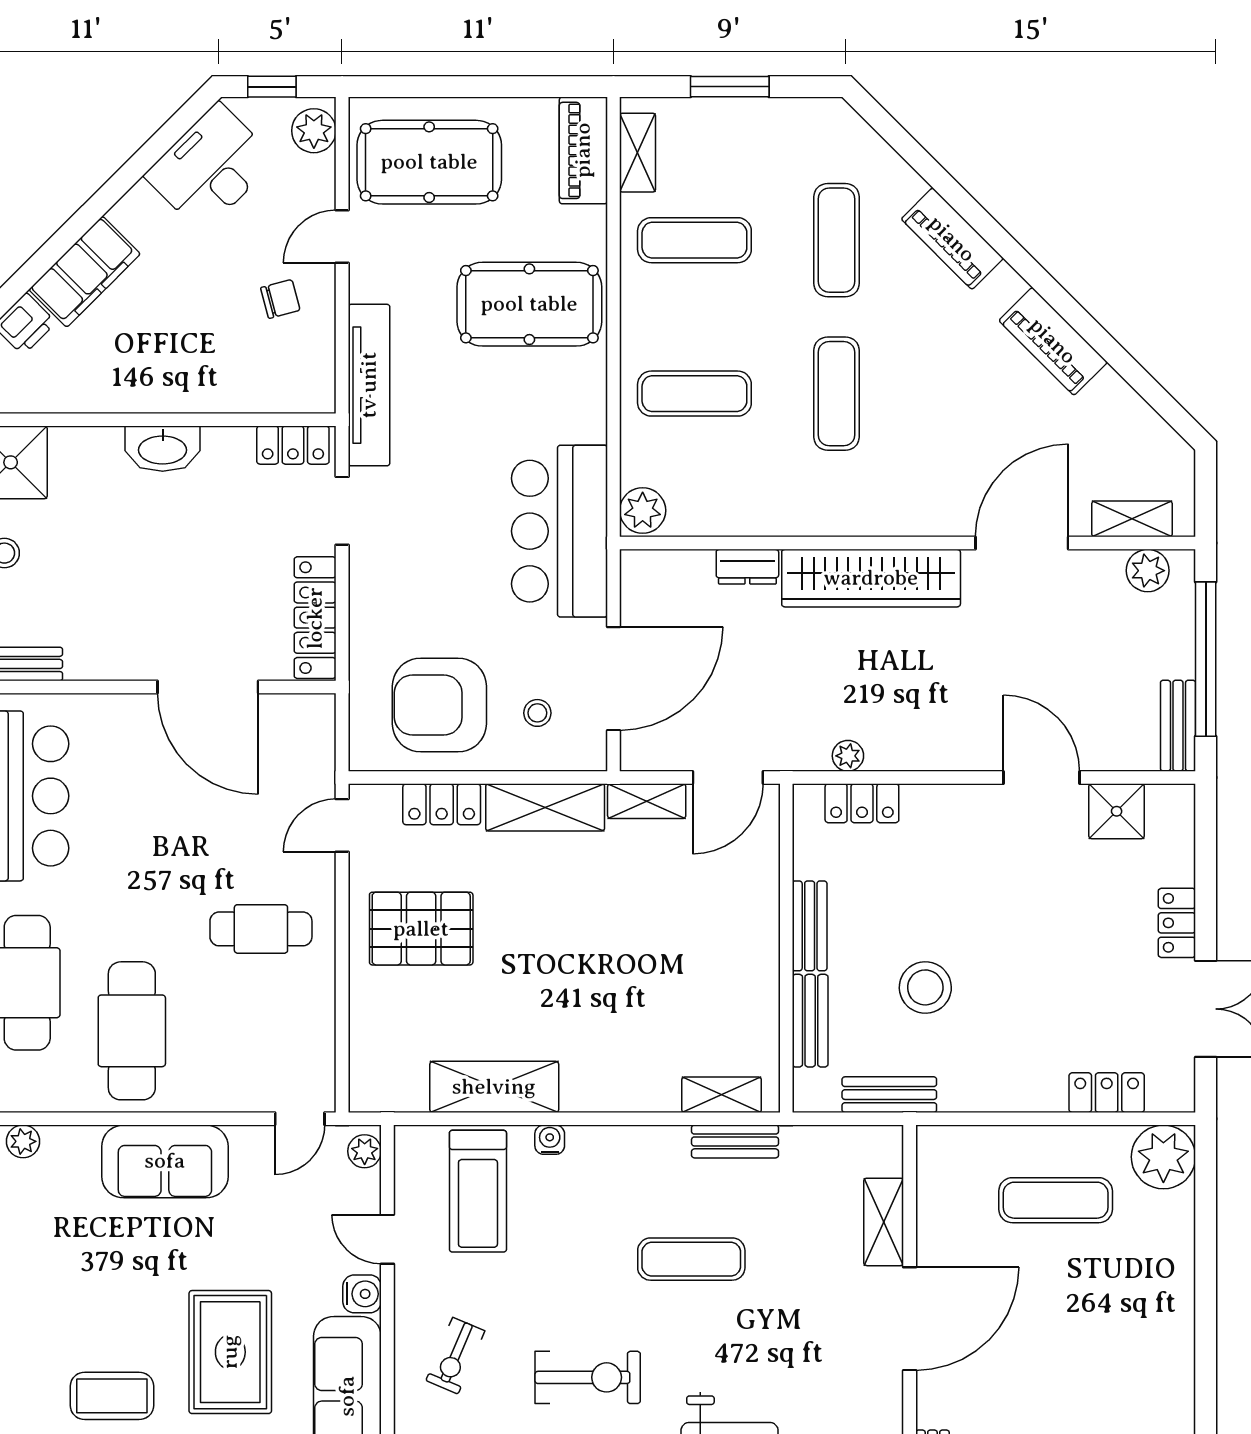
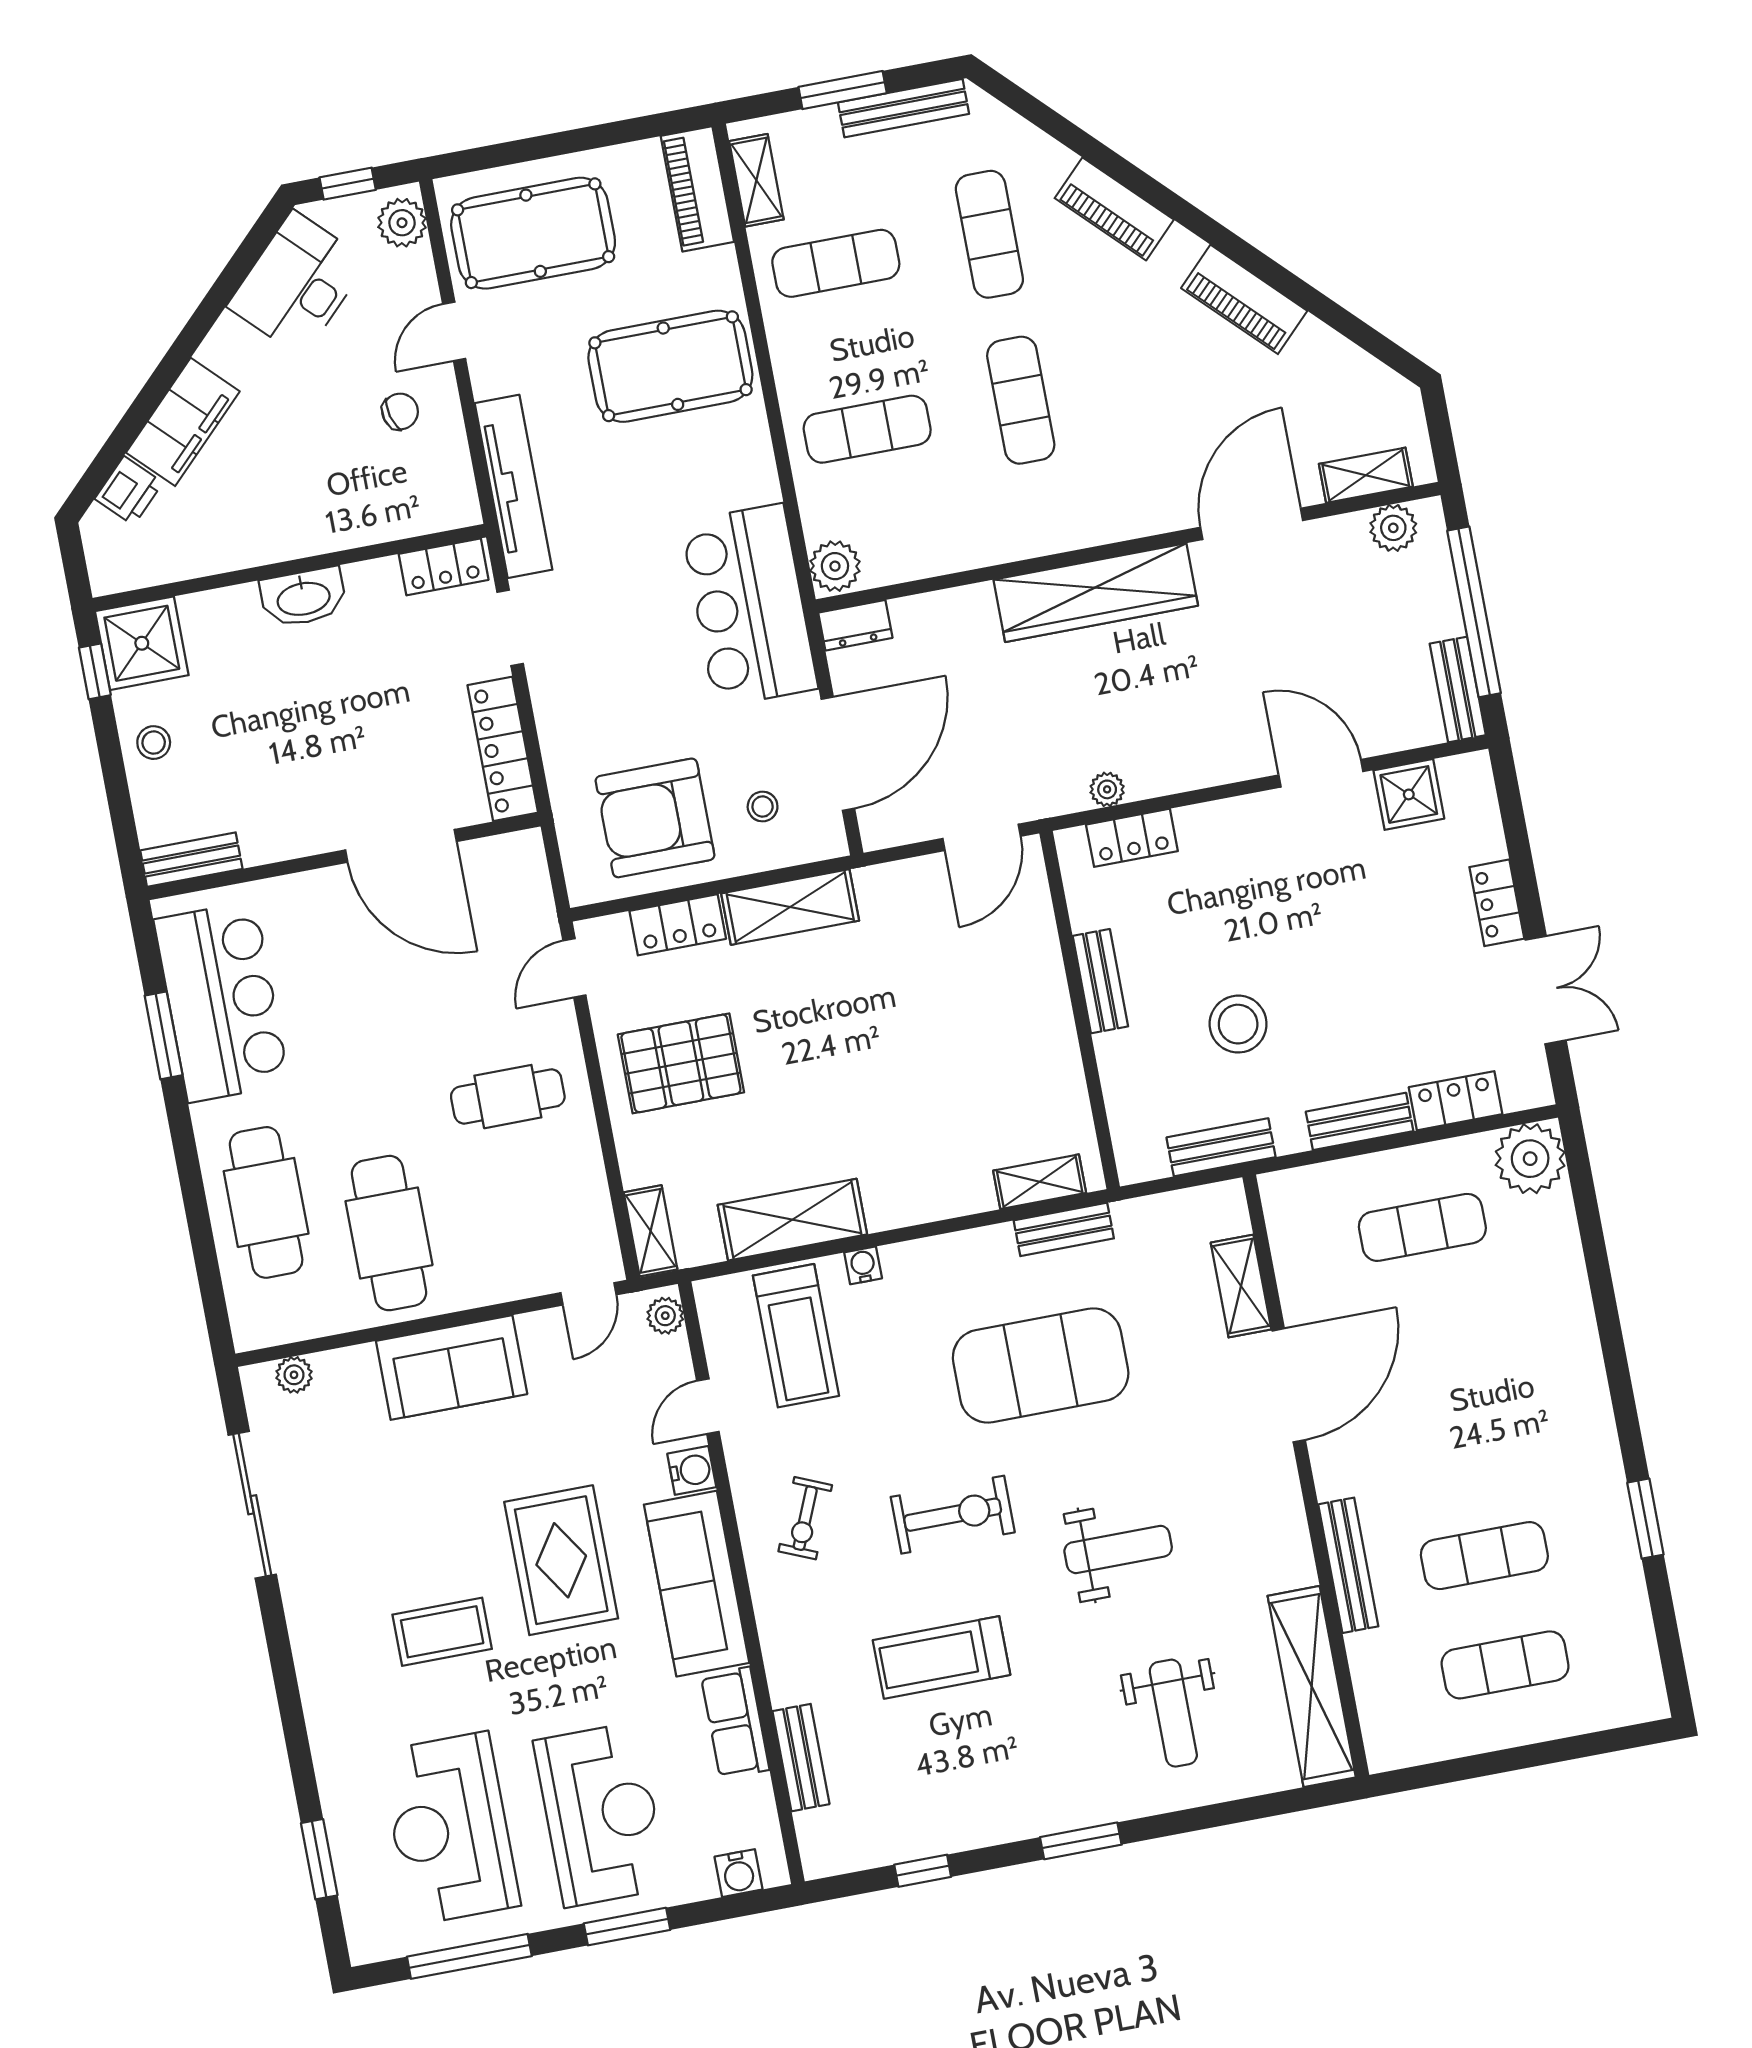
bench: (781, 113) -> (903, 108), added
dresser: (747, 567) -> (855, 625), moved
shelving: (647, 801) -> (651, 1231), moved, turned 90
bench: (810, 1021) -> (1360, 1121), moved, turned 90
door: (387, 1239) -> (708, 1406), hinge flipped
exercise mat: (691, 1259) -> (1041, 1366), width x2.00, depth x1.45

